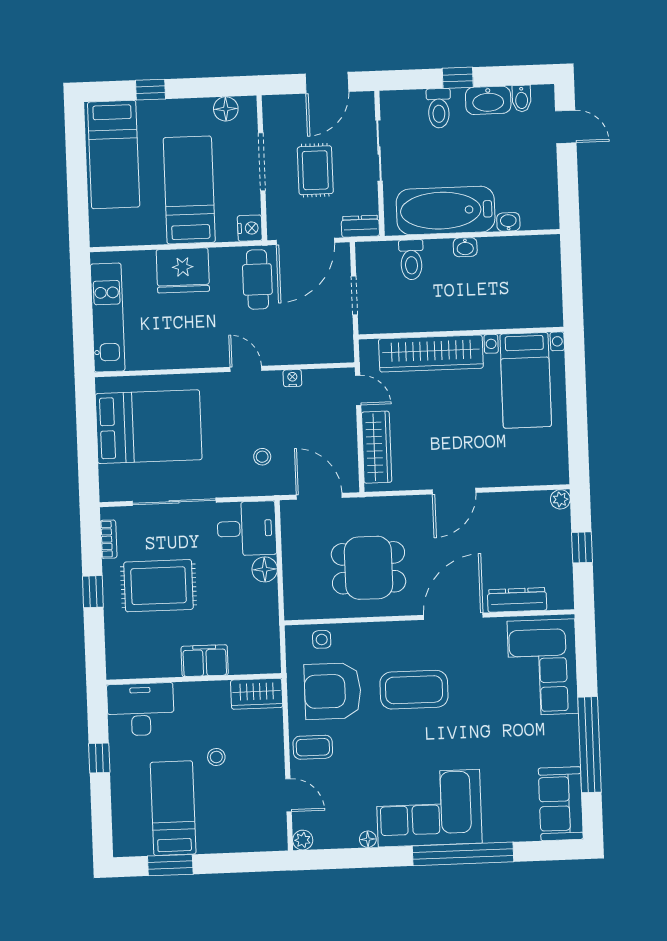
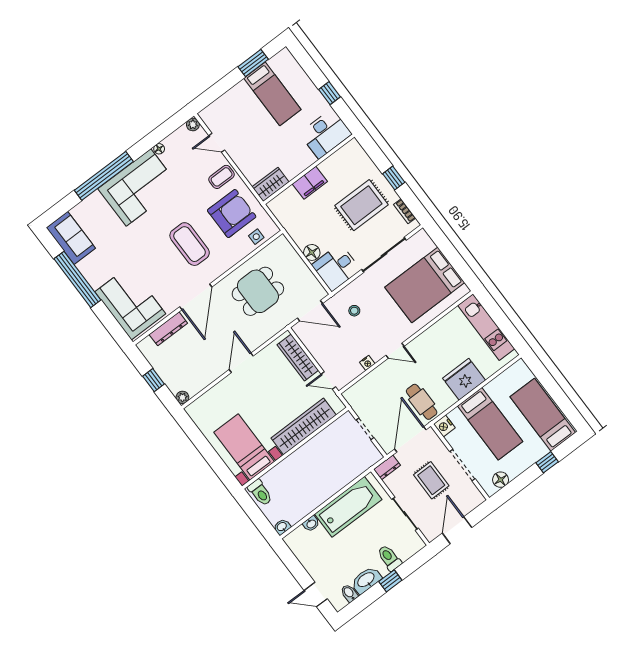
washbasin: (465, 247) -> (282, 527), moved
toilet: (411, 260) -> (260, 493), moved, turned 180
coffee table: (414, 690) -> (190, 244), turned 90
stool: (216, 757) -> (269, 136), removed

